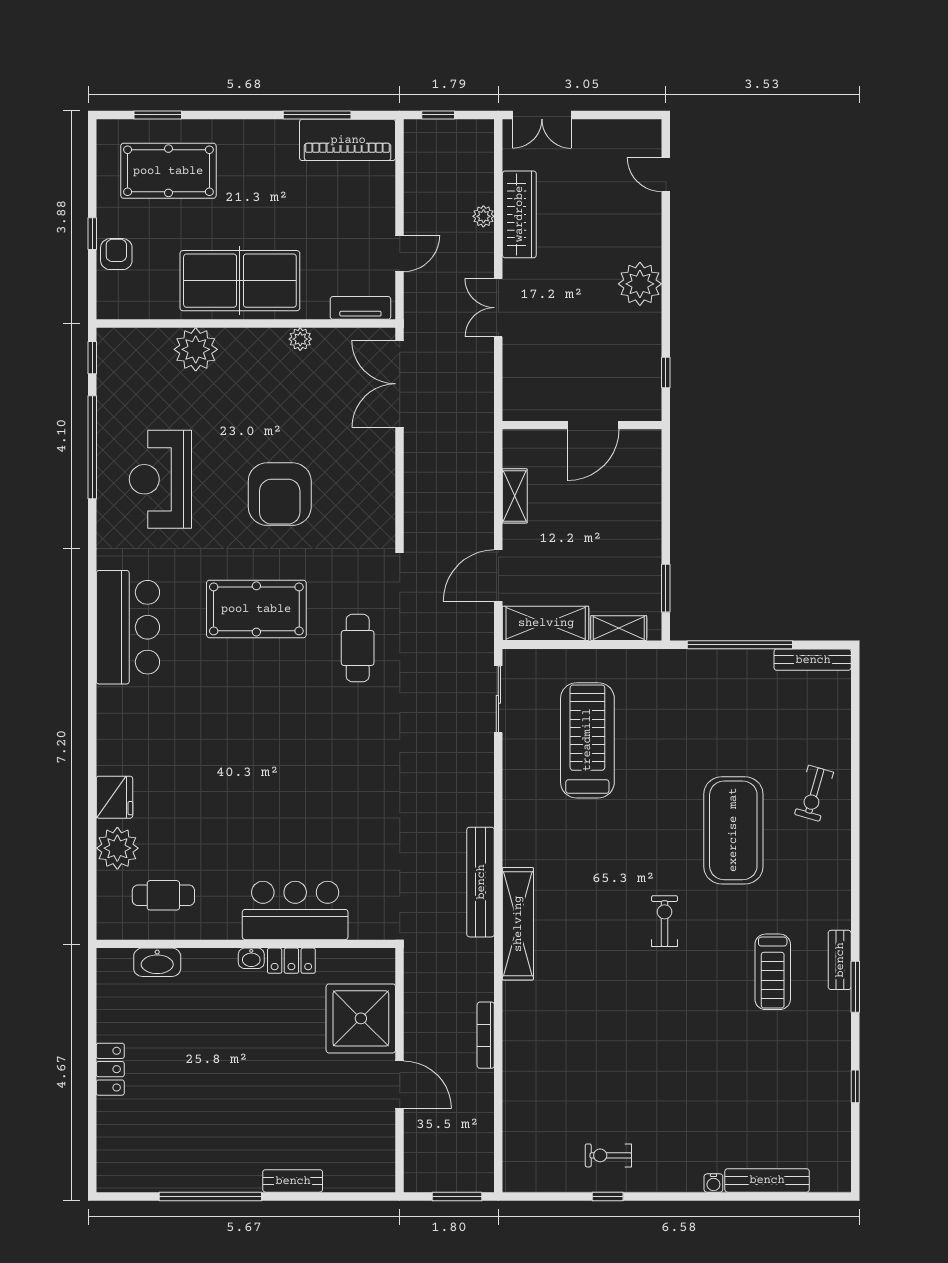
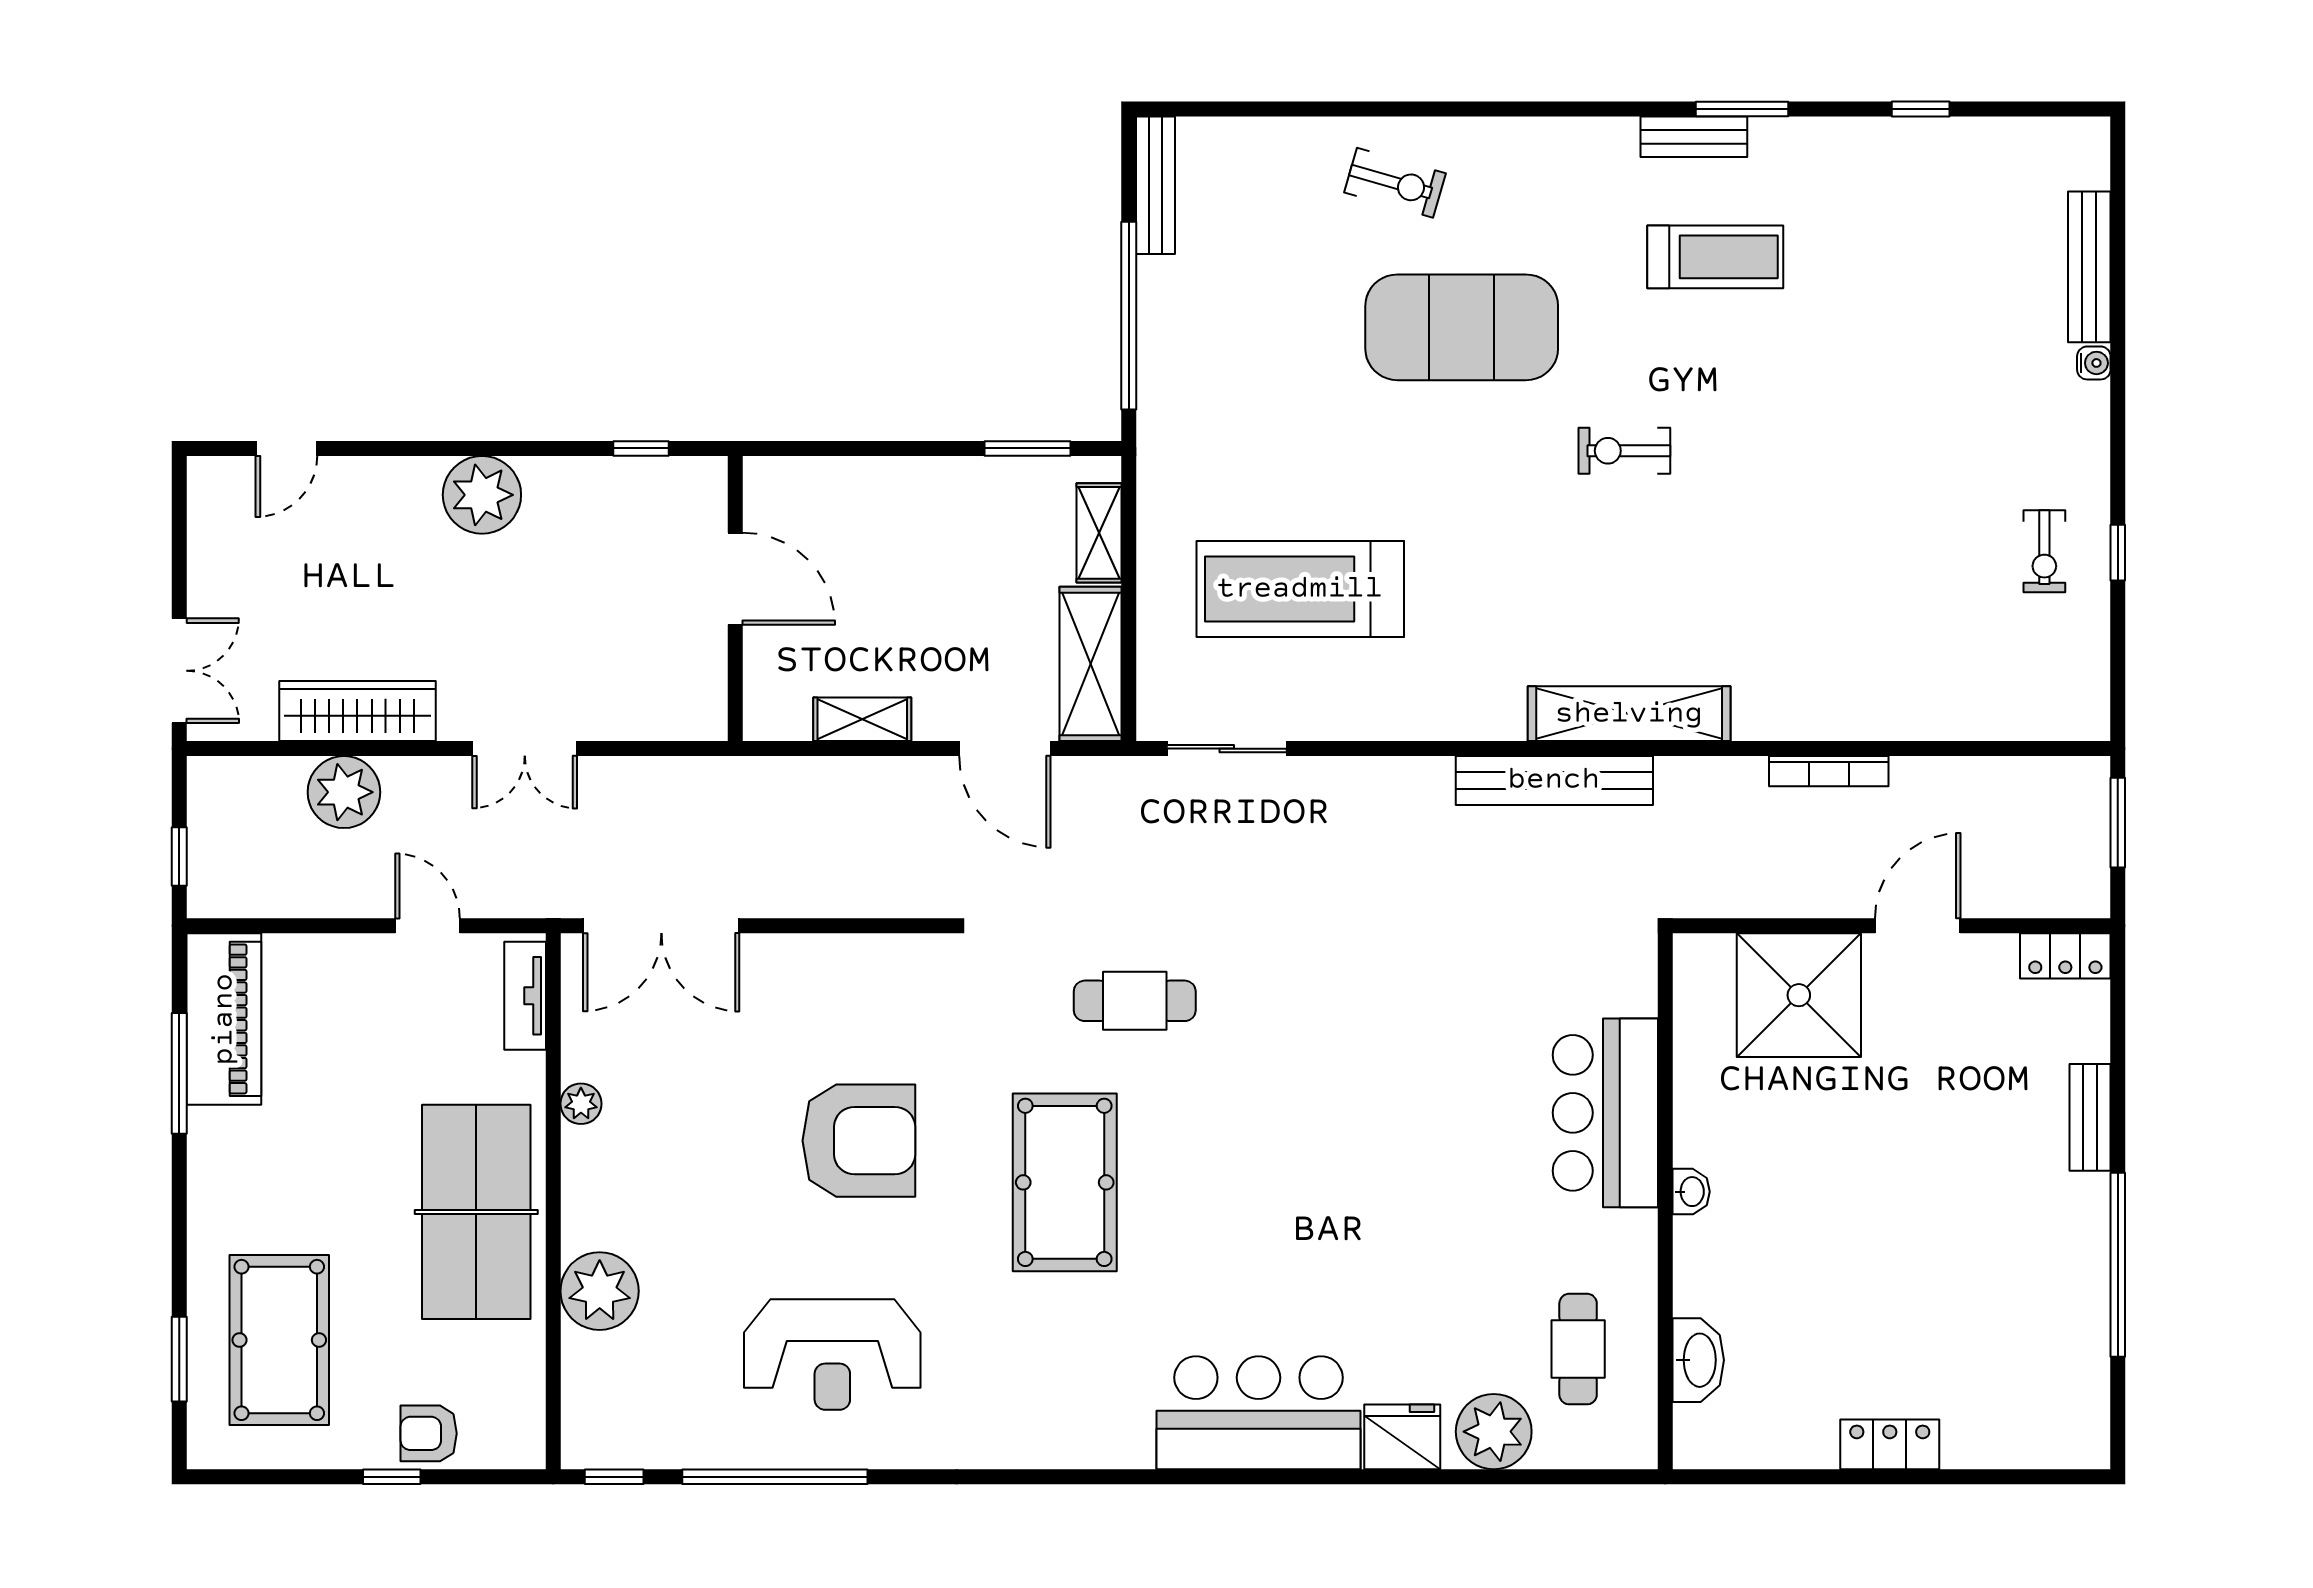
plant: (483, 216) -> (344, 792), width x1.87, depth x1.87
bar counter: (128, 627) -> (1259, 1413), moved
locker: (291, 961) -> (2065, 956), moved, turned 90

